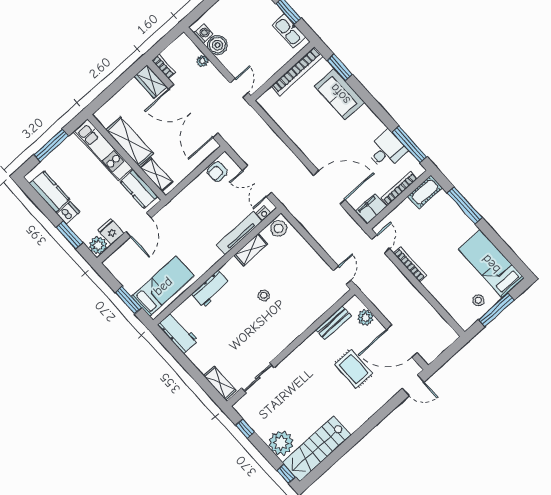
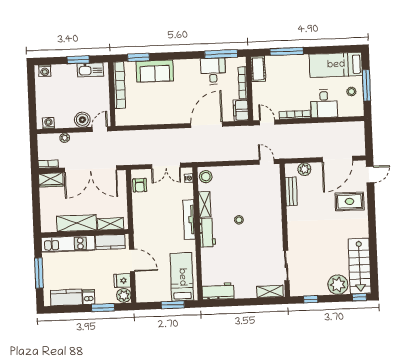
boiler: (217, 45) -> (82, 120), moved
door: (239, 88) -> (100, 129), hinge flipped
tv unit: (239, 233) -> (189, 220), moved
desk: (445, 283) -> (324, 104), added
workbench: (211, 289) -> (207, 233), moved
rug: (354, 369) -> (350, 201), moved

